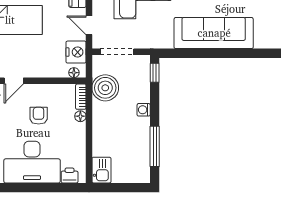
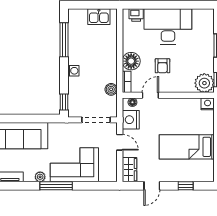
door: (14, 81) -> (150, 95), moved
boiler: (105, 88) -> (111, 89), width x0.54, depth x0.54
floor lamp: (80, 116) -> (131, 61), width x1.89, depth x1.89
kitchen sink: (101, 170) -> (99, 17), moved, turned -90

